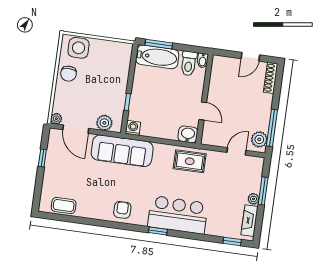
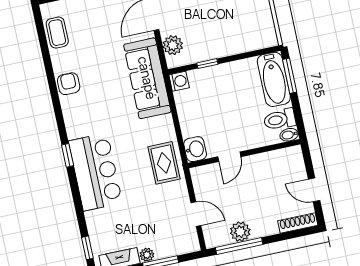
plant: (259, 139) -> (240, 232), moved
armchair: (122, 210) -> (69, 84), moved, turned -90

